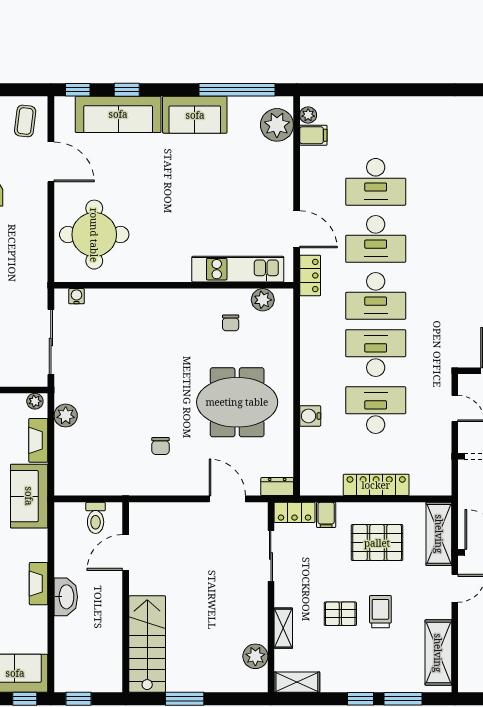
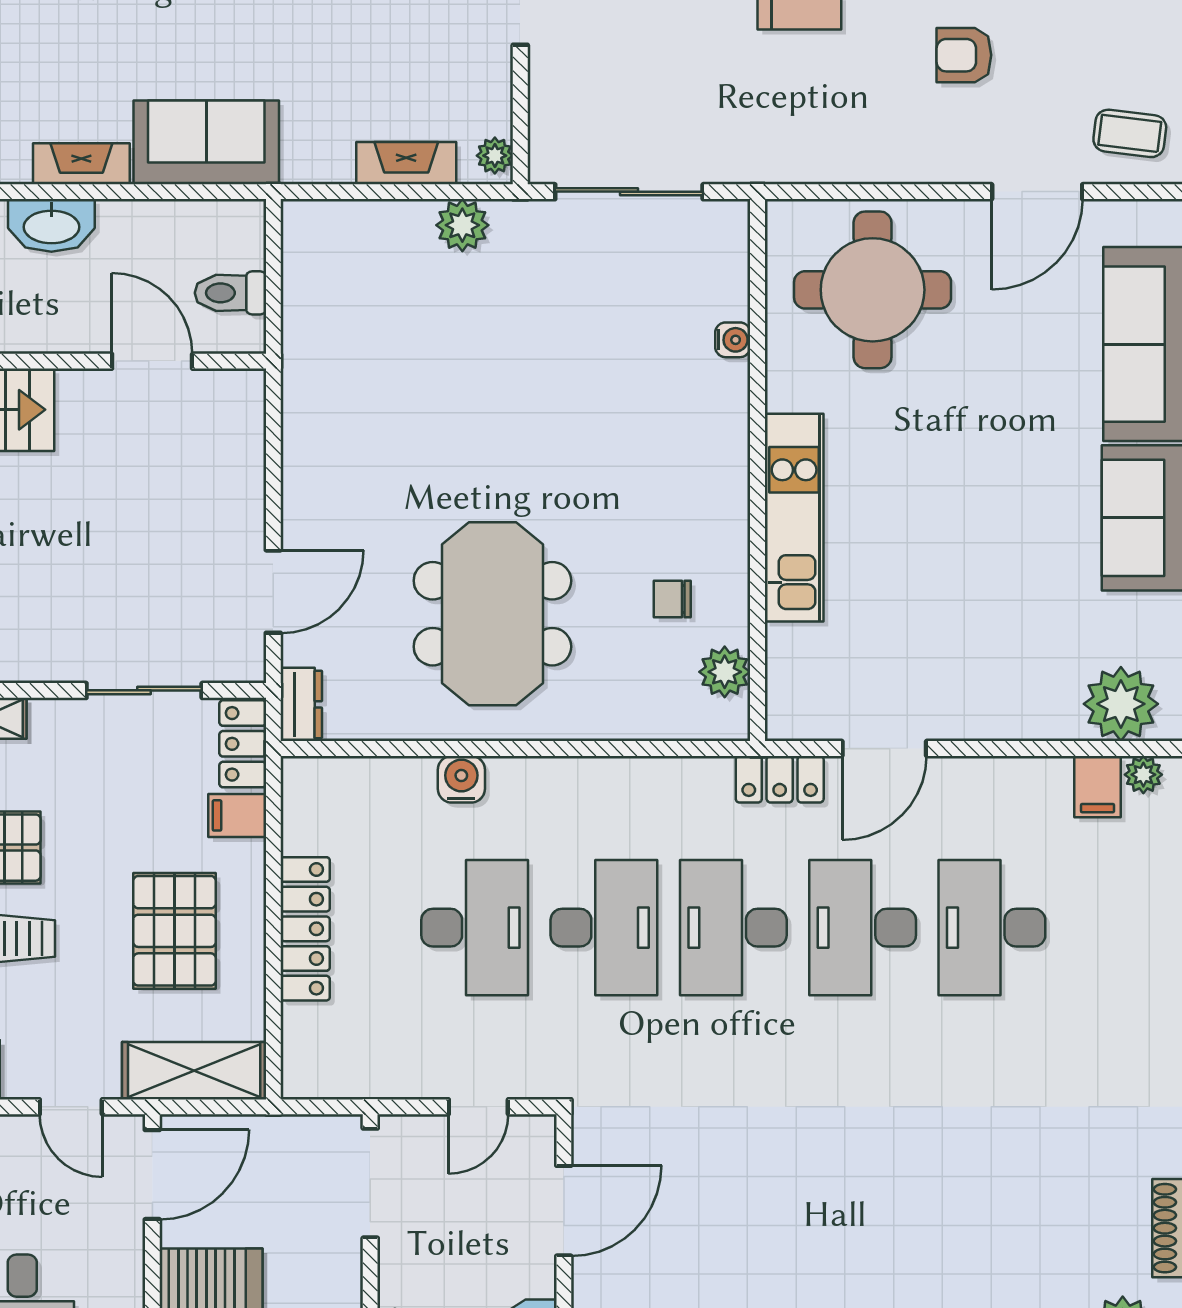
kitchen unit: (238, 269) -> (794, 518), moved
water cooler: (76, 296) -> (733, 340), moved
chair: (160, 446) -> (393, 440), removed
sofa: (29, 496) -> (206, 142), moved

